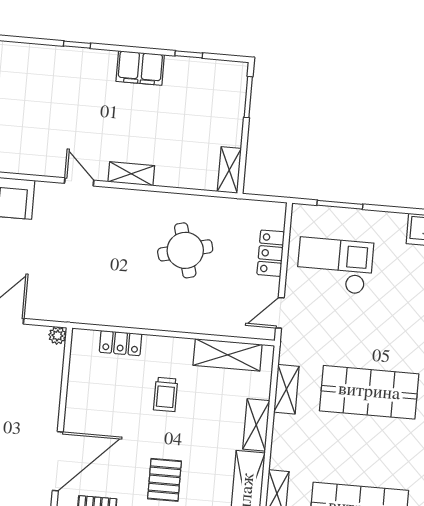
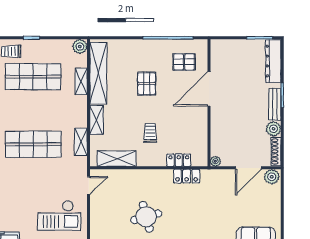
locker: (271, 253) -> (187, 176), moved, turned 90

